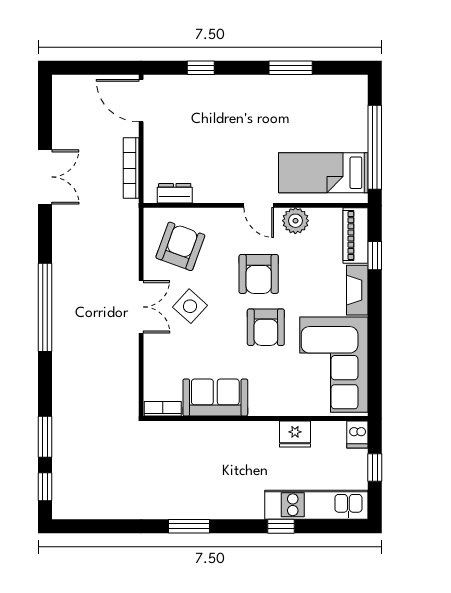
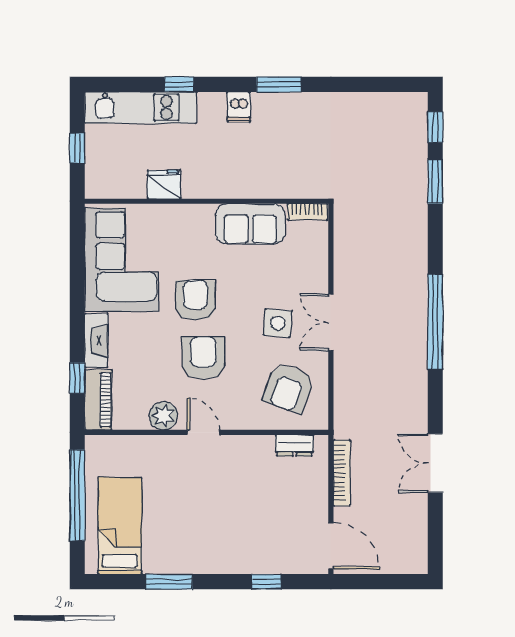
bed: (323, 173) -> (120, 526), moved, turned -90
side table: (190, 306) -> (278, 323), turned -37
dishwasher: (357, 434) -> (239, 107), moved, turned 180

